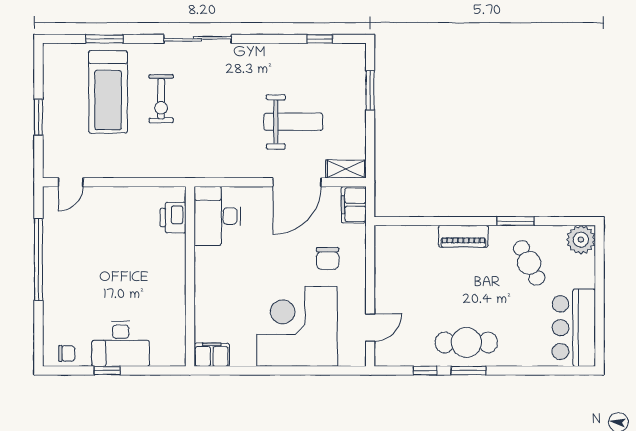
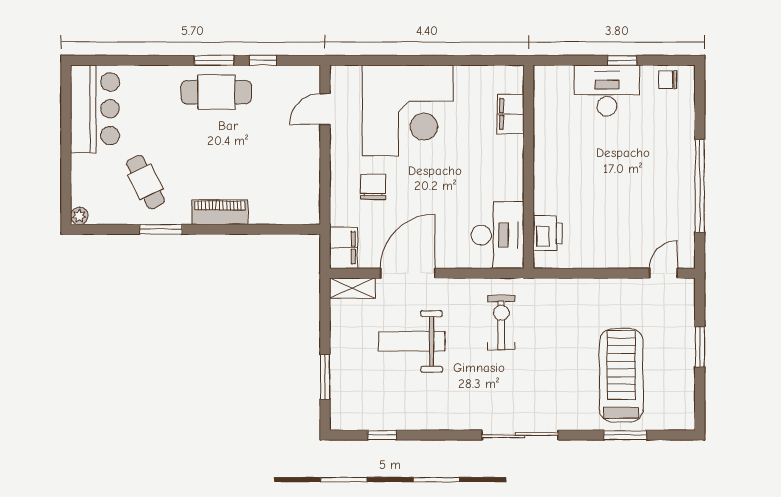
exercise bike: (161, 99) -> (501, 323), moved
plant: (581, 240) -> (79, 216), width x0.53, depth x0.53
filing cabinet: (212, 355) -> (511, 114), moved, turned 90

